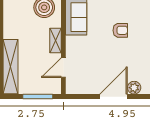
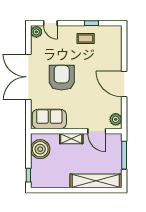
armchair: (120, 30) -> (62, 78), width x1.88, depth x1.88
plant: (134, 88) -> (116, 119), moved

